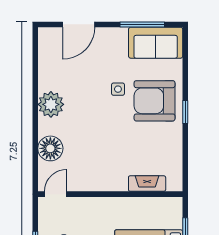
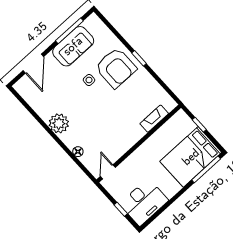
sofa: (156, 43) -> (73, 46), moved
armchair: (155, 101) -> (116, 68), turned -90
floor lamp: (50, 148) -> (78, 152), width x0.53, depth x0.53

